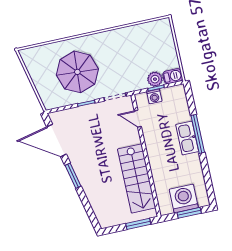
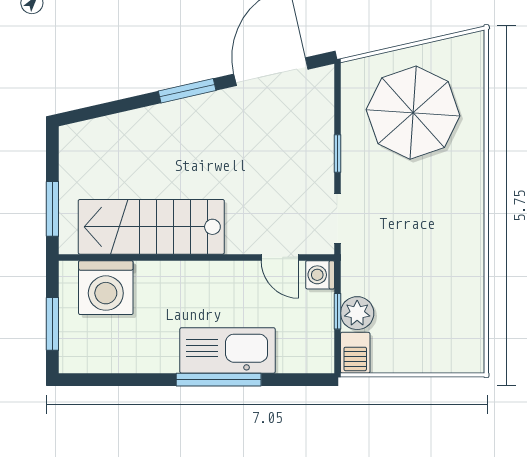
parasol: (77, 72) -> (413, 113), moved
washing machine: (154, 96) -> (320, 275), moved
door: (138, 119) -> (280, 257), swing flipped
kitchen sink: (187, 138) -> (228, 350), width x1.36, depth x1.24
washing machine: (184, 198) -> (106, 288), moved, turned 90

